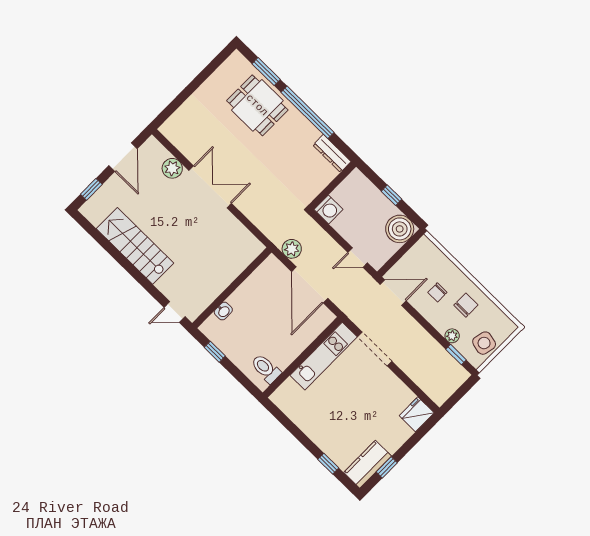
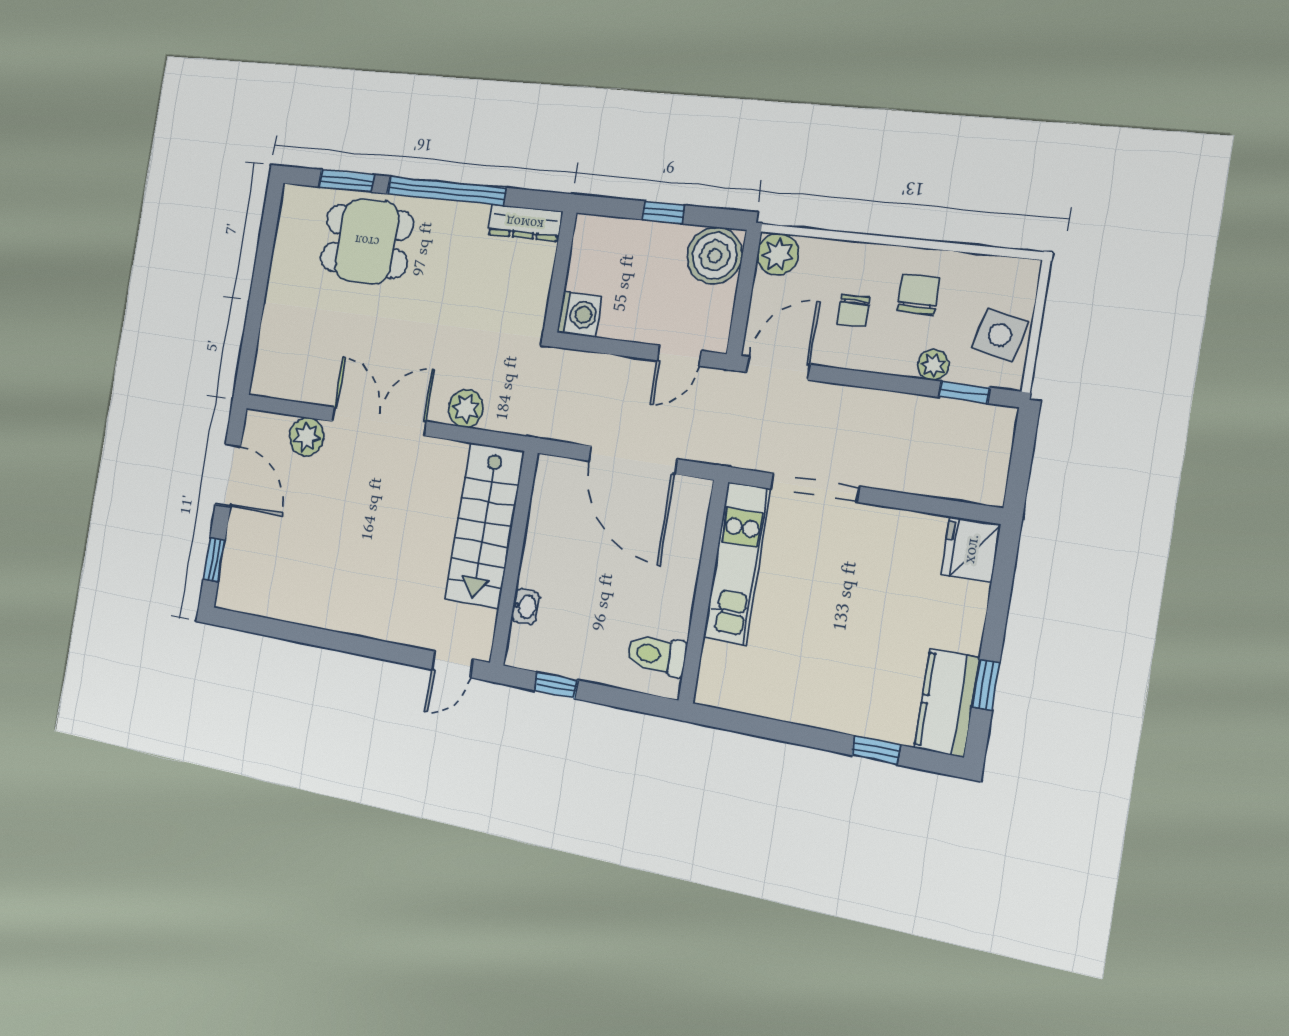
stairs: (135, 246) -> (484, 525), moved, turned -90
plant: (424, 248) -> (778, 254), added
plant: (292, 249) -> (466, 408), moved

